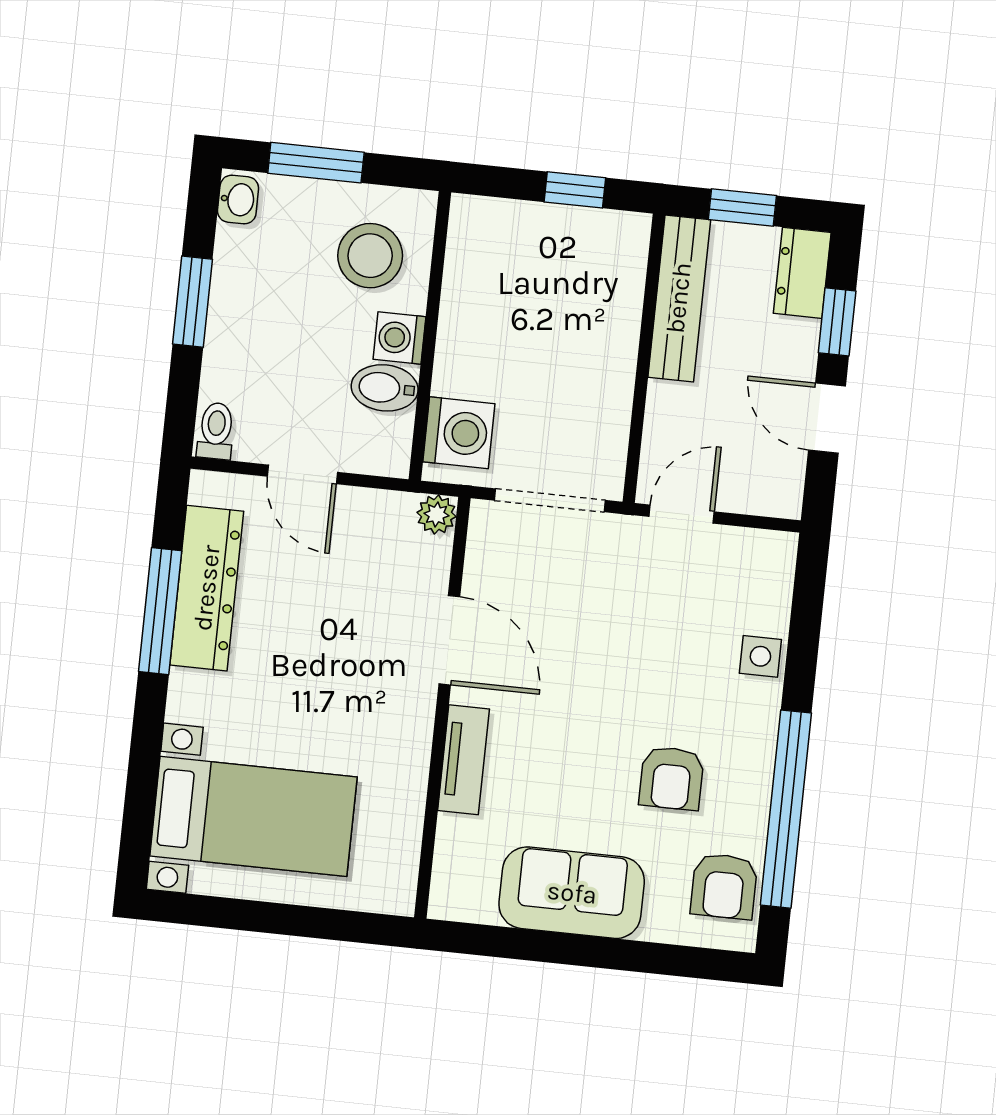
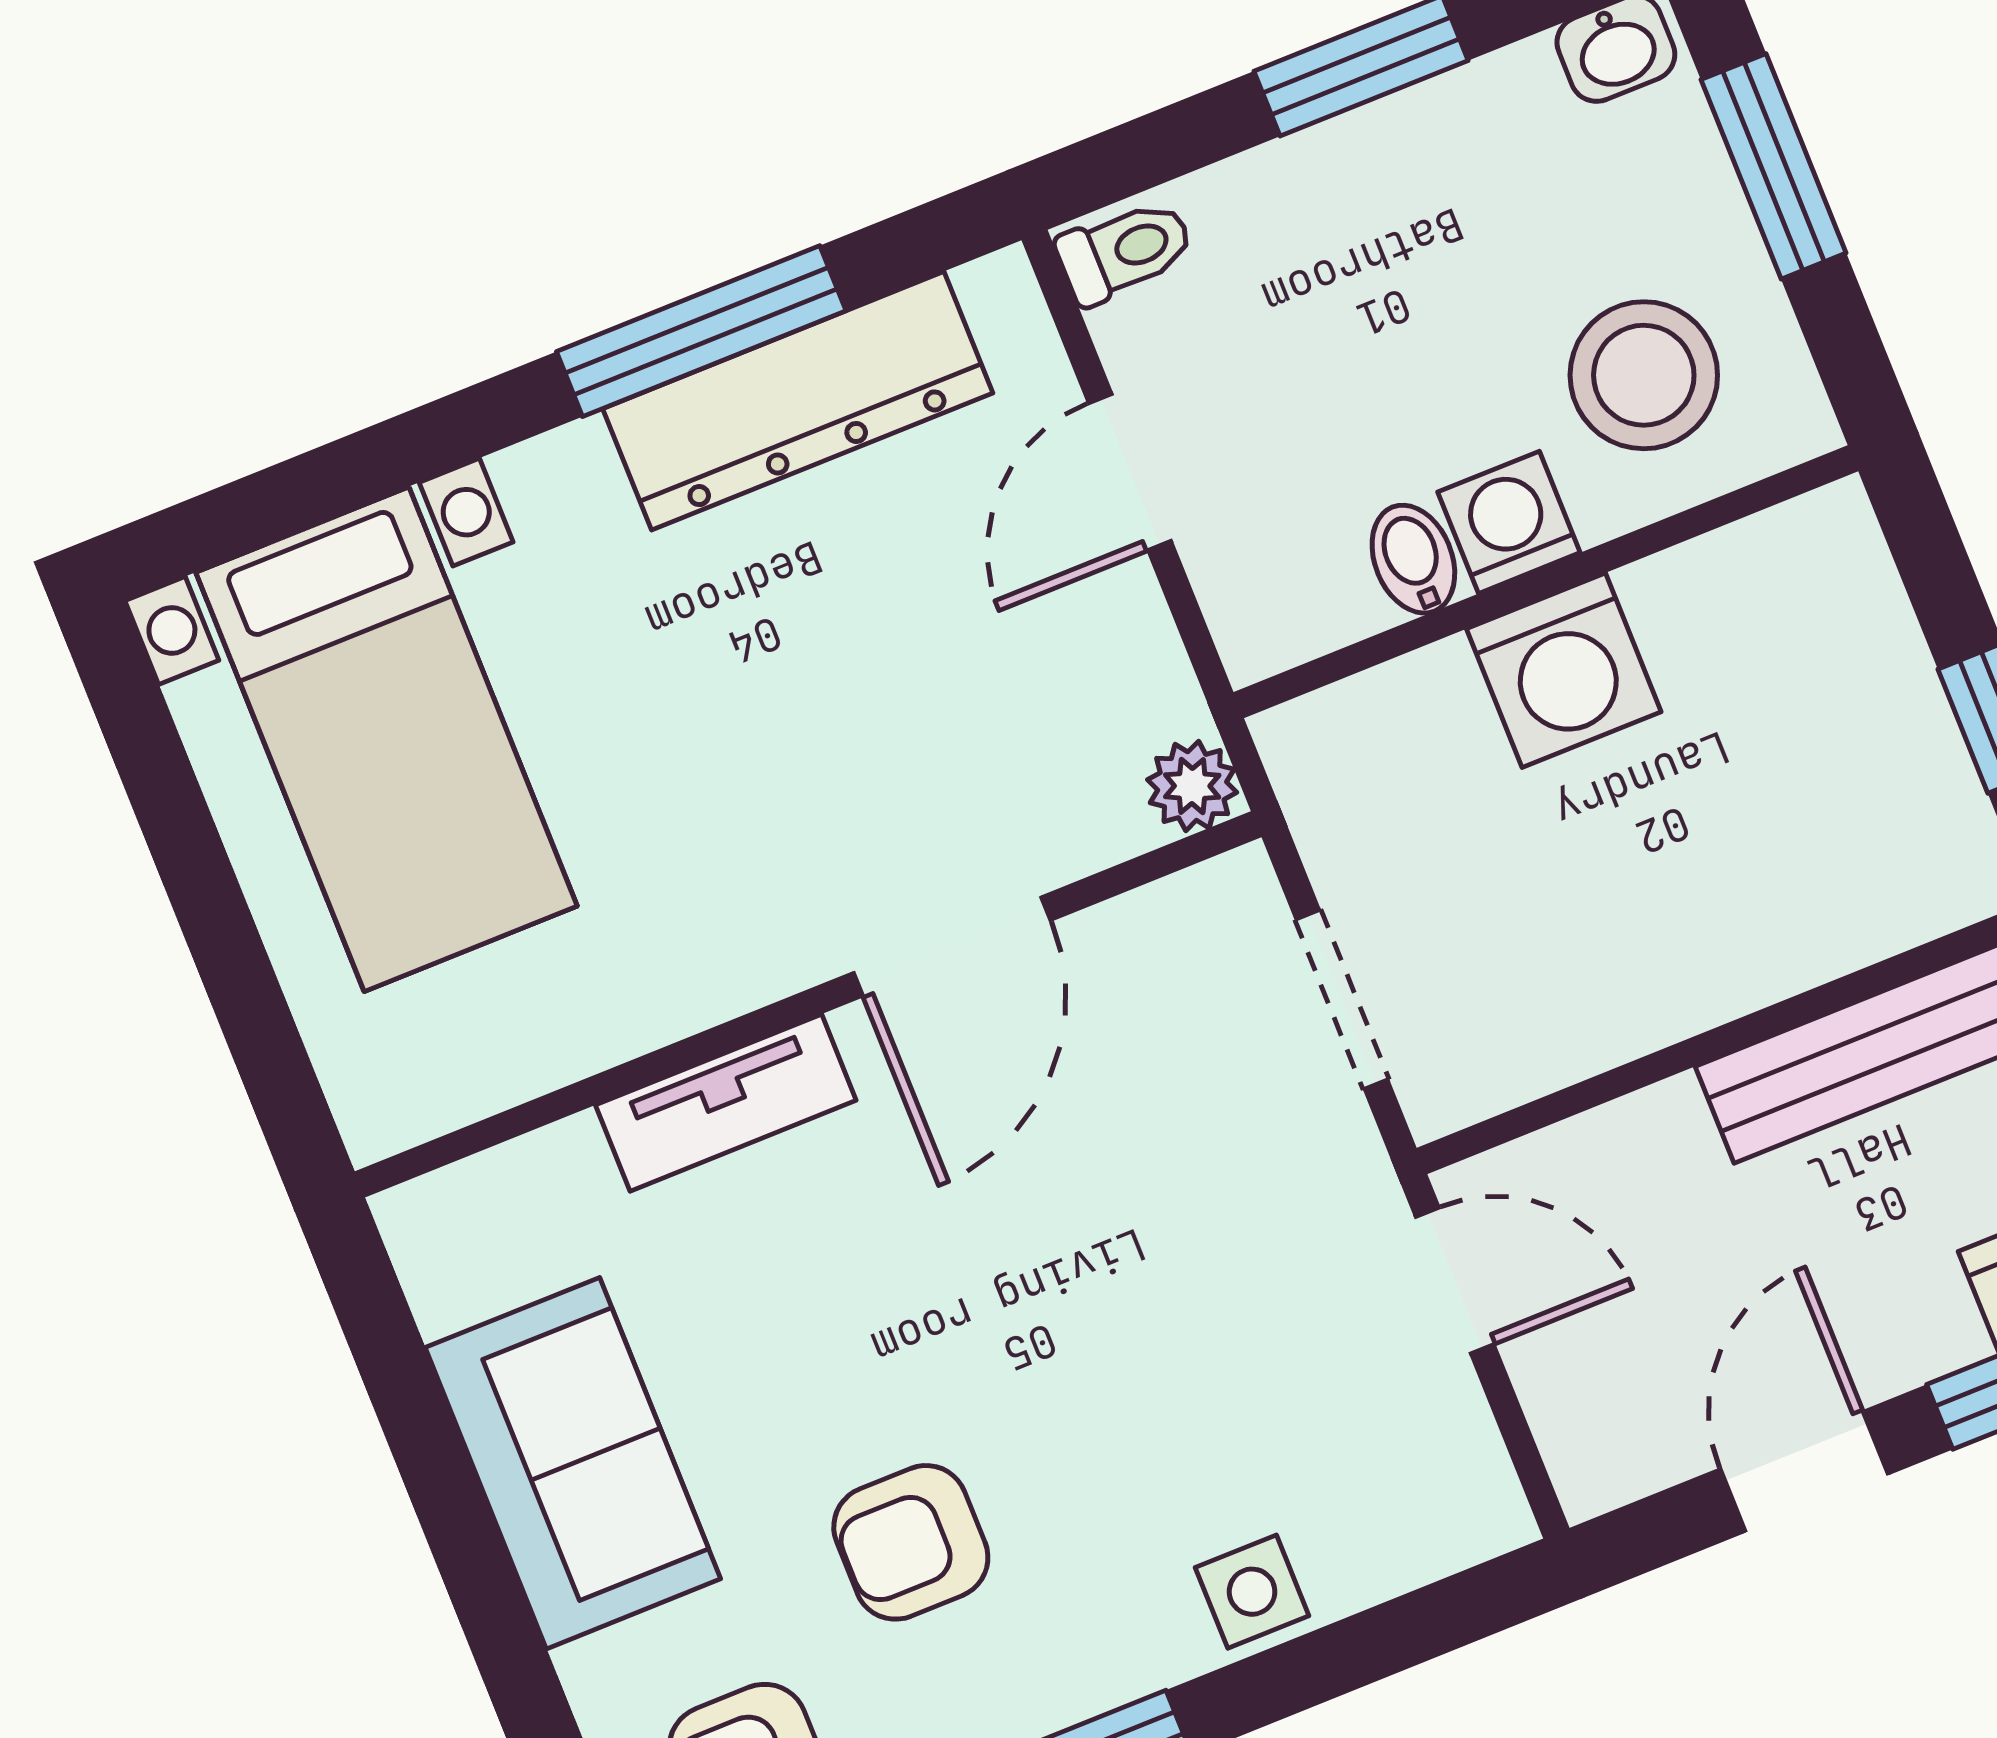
bidet: (385, 388) -> (1413, 559), width x0.72, depth x0.74
washing machine: (459, 433) -> (1564, 670), moved
doorway: (550, 500) -> (1342, 1000), width x0.73

